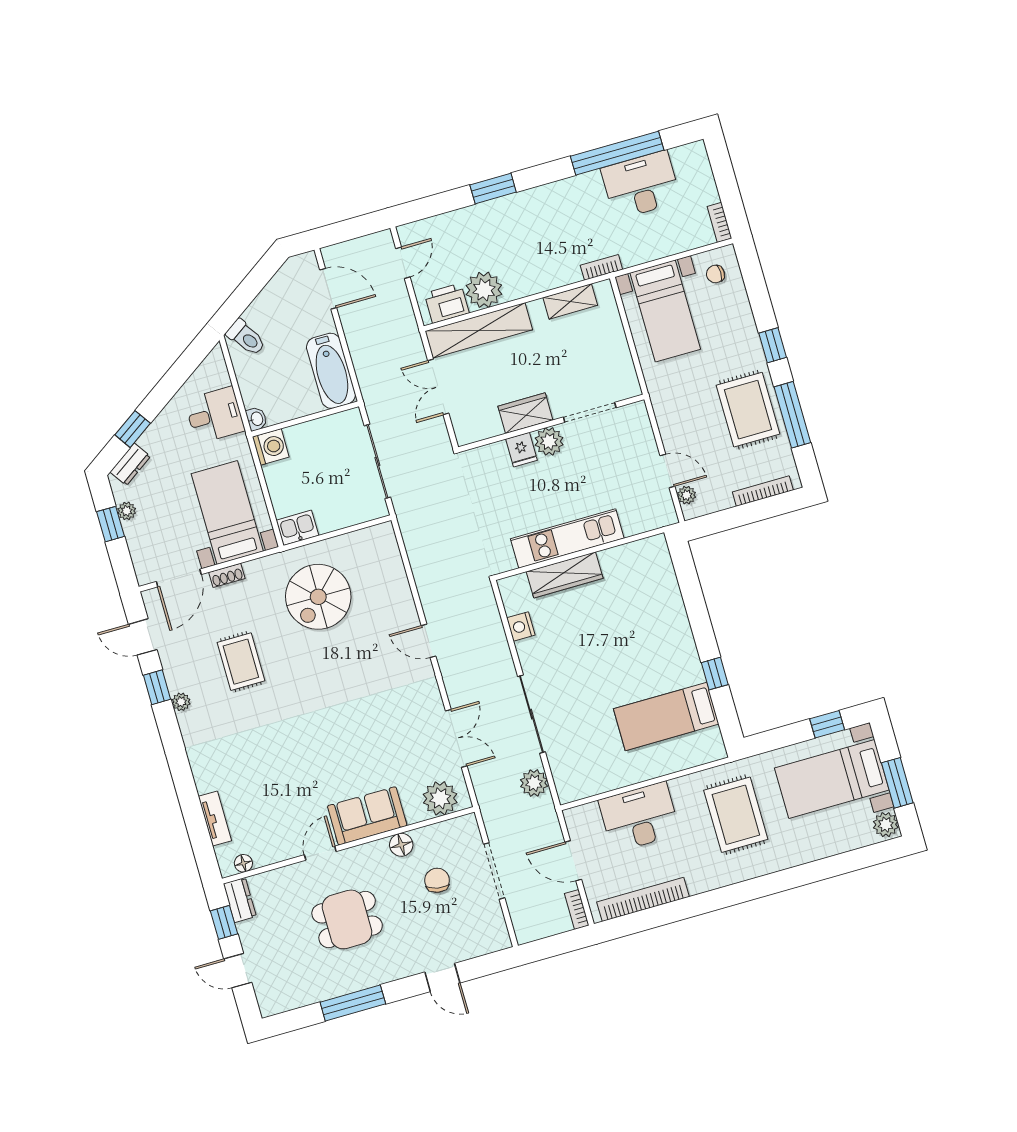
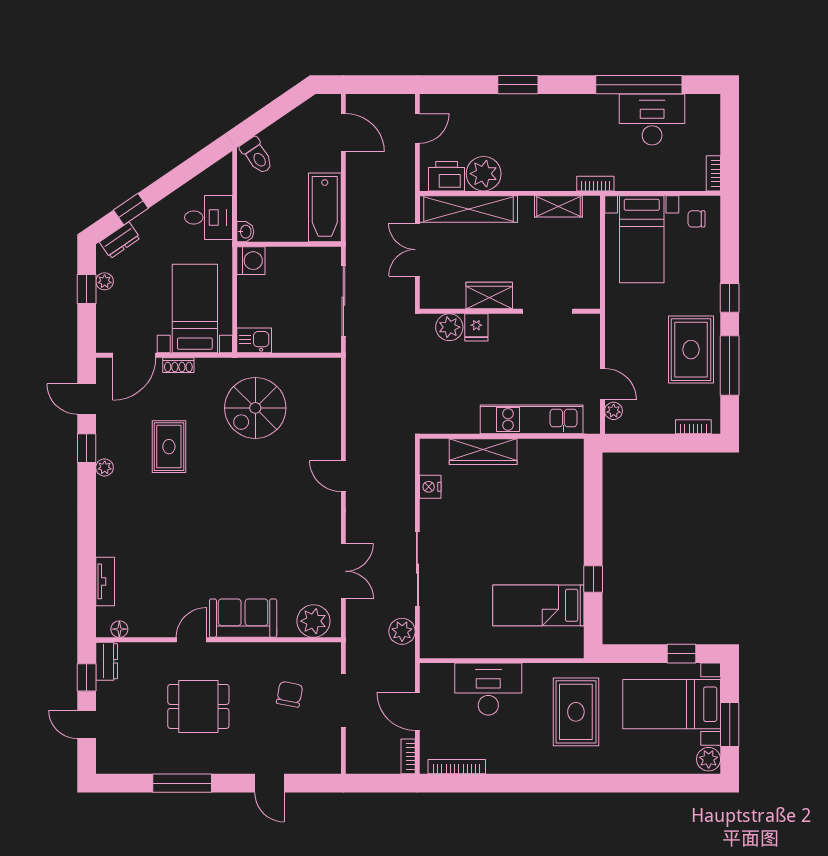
plant: (549, 441) -> (449, 327), moved
bookcase: (763, 491) -> (693, 427), width x0.64
kitchen unit: (567, 539) -> (532, 419), moved
floor lamp: (401, 845) -> (266, 653), removed
bookcase: (643, 899) -> (457, 767), width x0.68, depth x0.76

